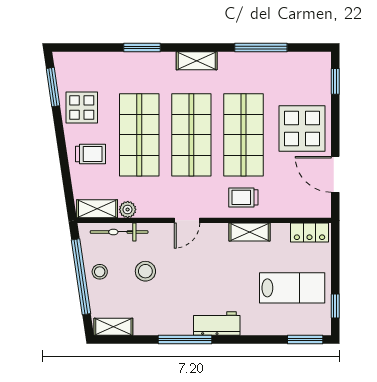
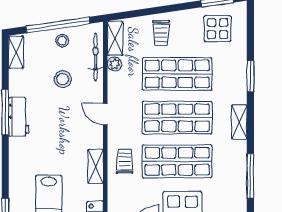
display table: (82, 108) -> (218, 29), moved
workbench: (217, 324) -> (19, 117), moved

